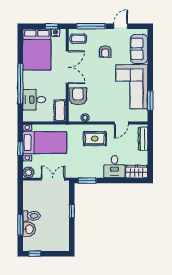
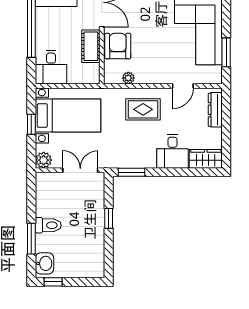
desk: (34, 100) -> (51, 67), moved, turned -90
cot: (60, 111) -> (91, 46), moved
washbasin: (29, 229) -> (44, 263), moved

